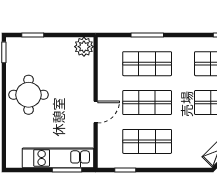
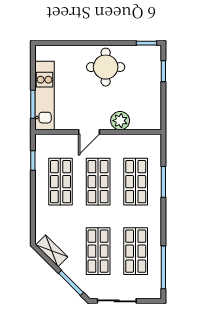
plant: (84, 47) -> (120, 121), moved
door: (96, 112) -> (89, 132), hinge flipped

